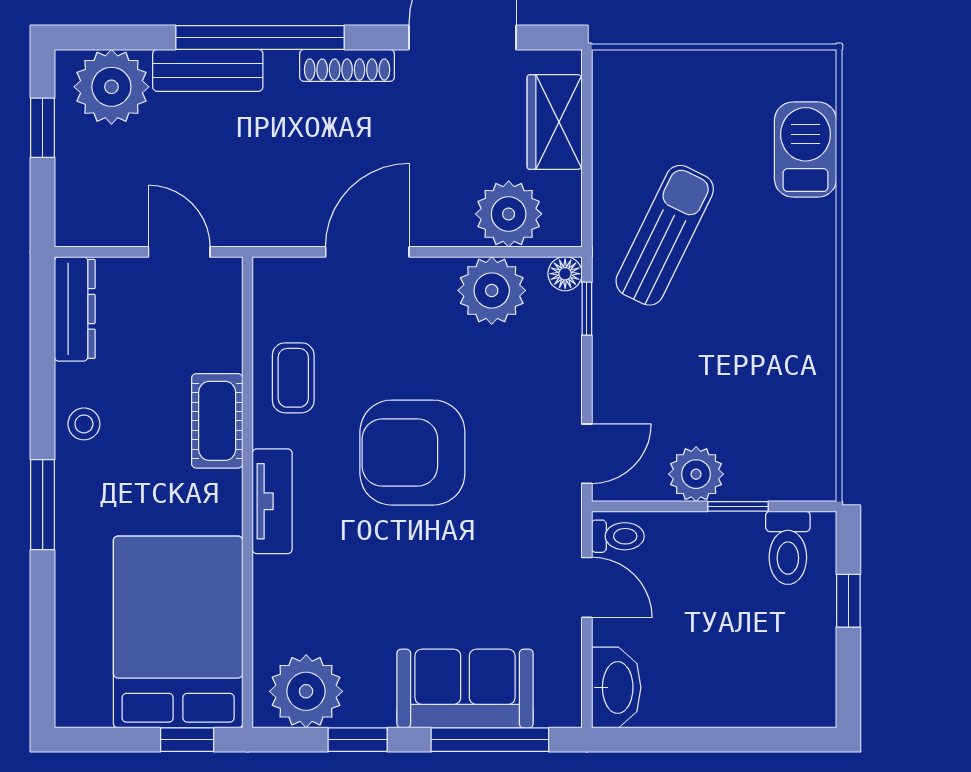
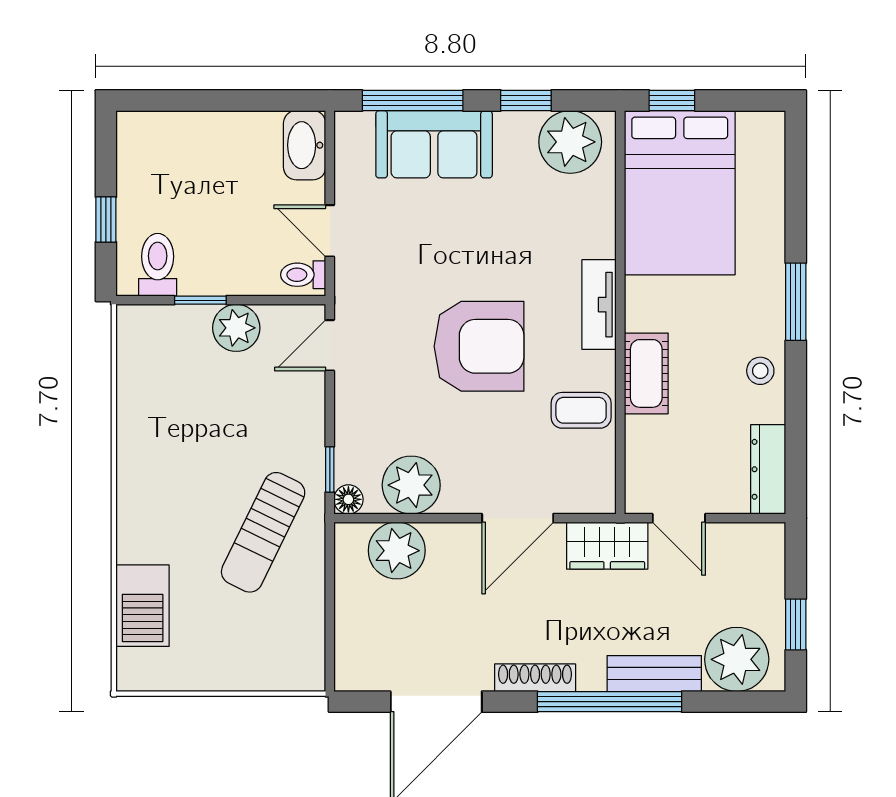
wardrobe: (555, 122) -> (607, 546), moved, turned 90
coffee table: (293, 378) -> (581, 410), turned 90

